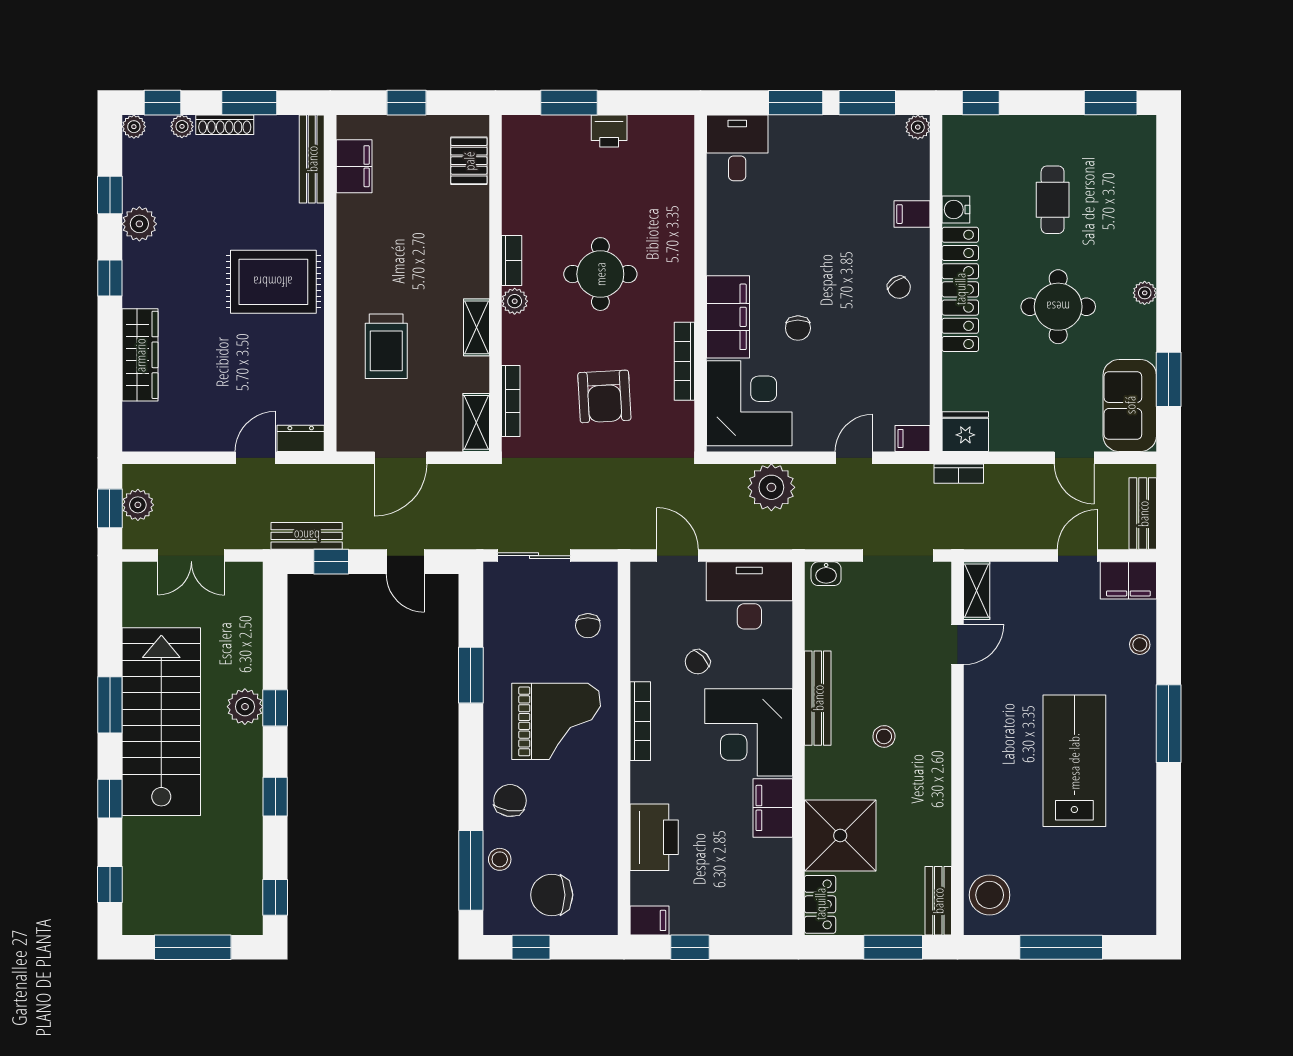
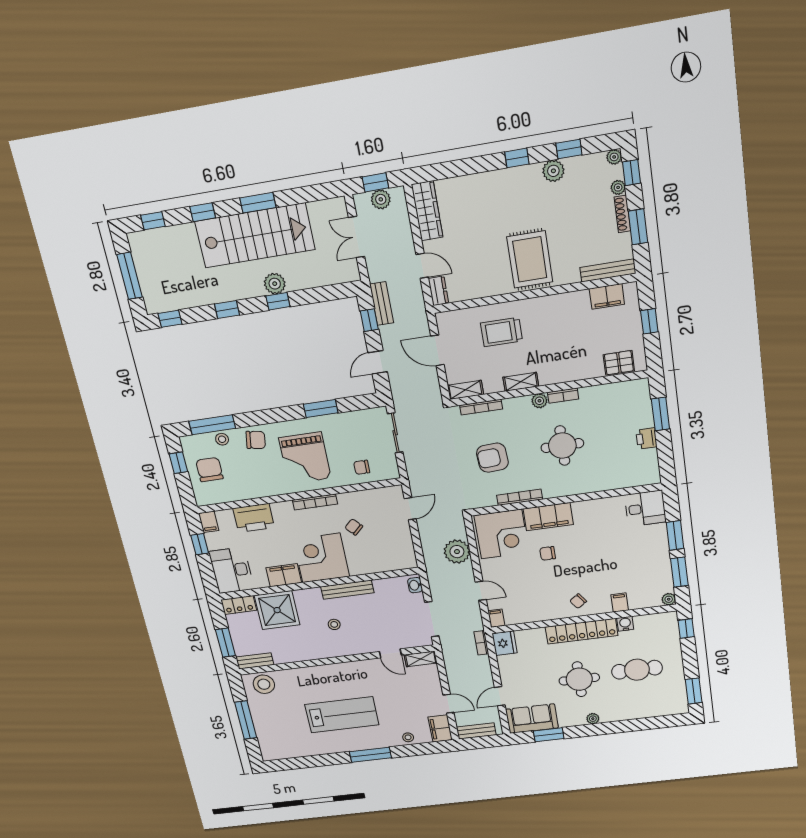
cafe table: (1053, 200) -> (637, 670), width x1.37, depth x1.35
wardrobe: (140, 355) -> (427, 211), moved, turned -90
desk: (749, 595) -> (232, 570), moved, turned 180

